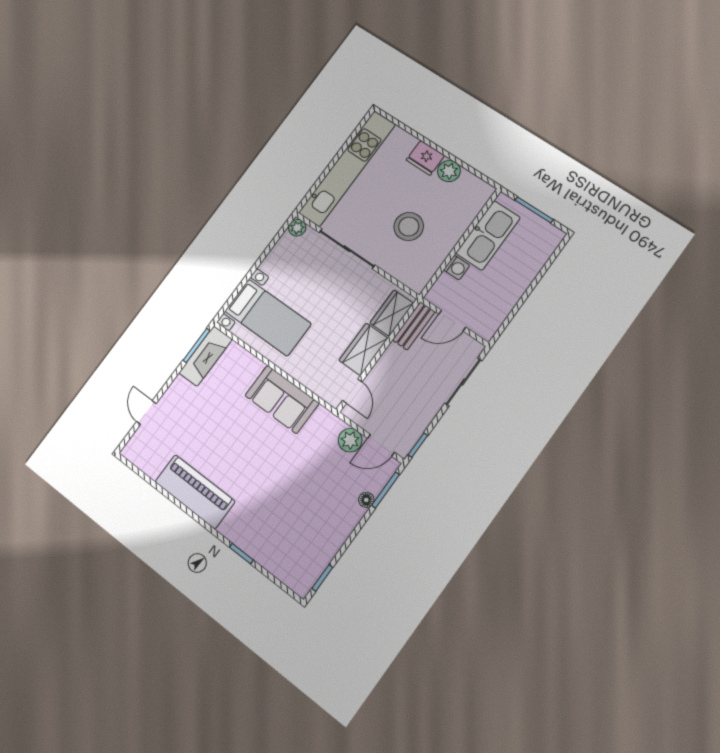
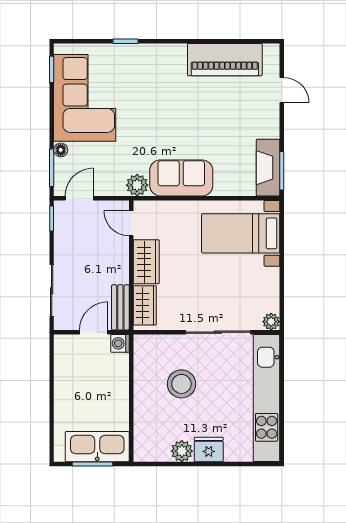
kitchen sink: (488, 235) -> (97, 447), moved, turned 90
washing machine: (457, 268) -> (120, 343), moved
plant: (350, 440) -> (137, 185), moved
piano: (195, 492) -> (225, 60), moved
corner sofa: (312, 530) -> (85, 98), added

